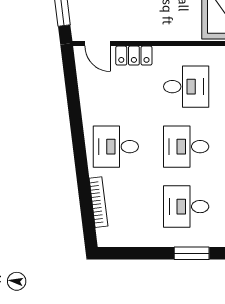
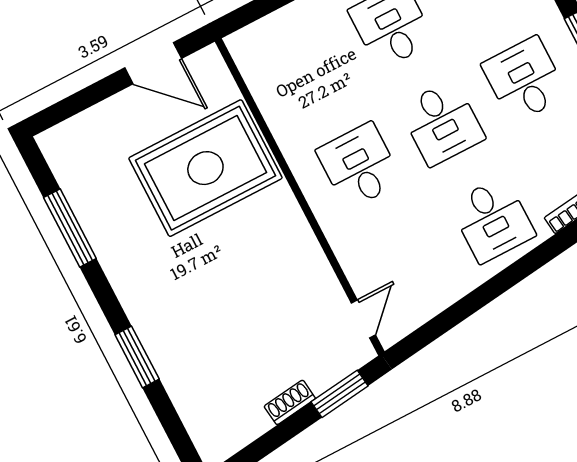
locker: (134, 56) -> (354, 260), removed
desk: (186, 207) -> (525, 80), turned 180

